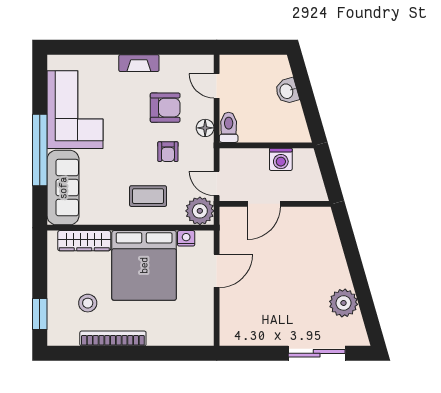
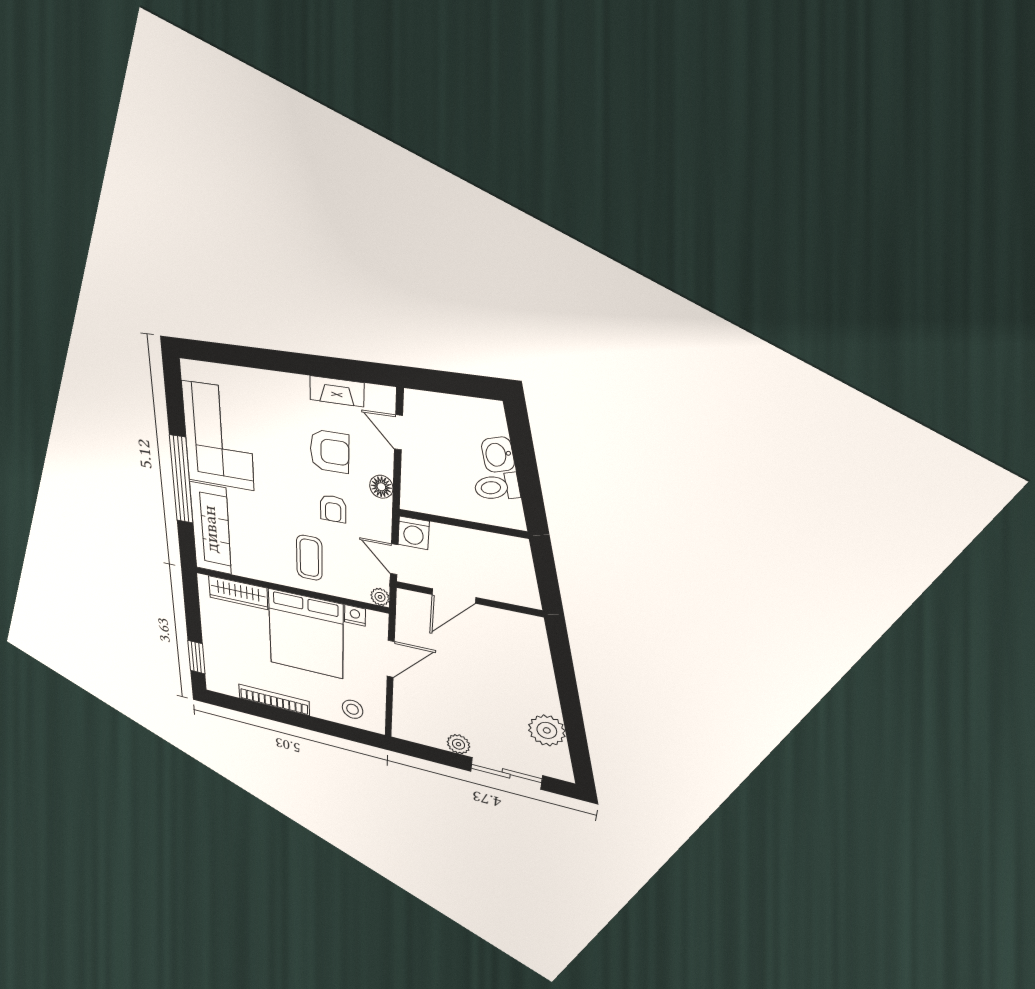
fireplace: (139, 63) -> (337, 391), moved
toilet: (229, 127) -> (497, 487), moved, turned -106
washing machine: (281, 159) -> (414, 533), moved
coffee table: (148, 196) -> (309, 558), turned 90
plant: (200, 211) -> (380, 597), width x0.53, depth x0.53
stool: (88, 303) -> (353, 709), moved
plant: (276, 336) -> (458, 744), added

